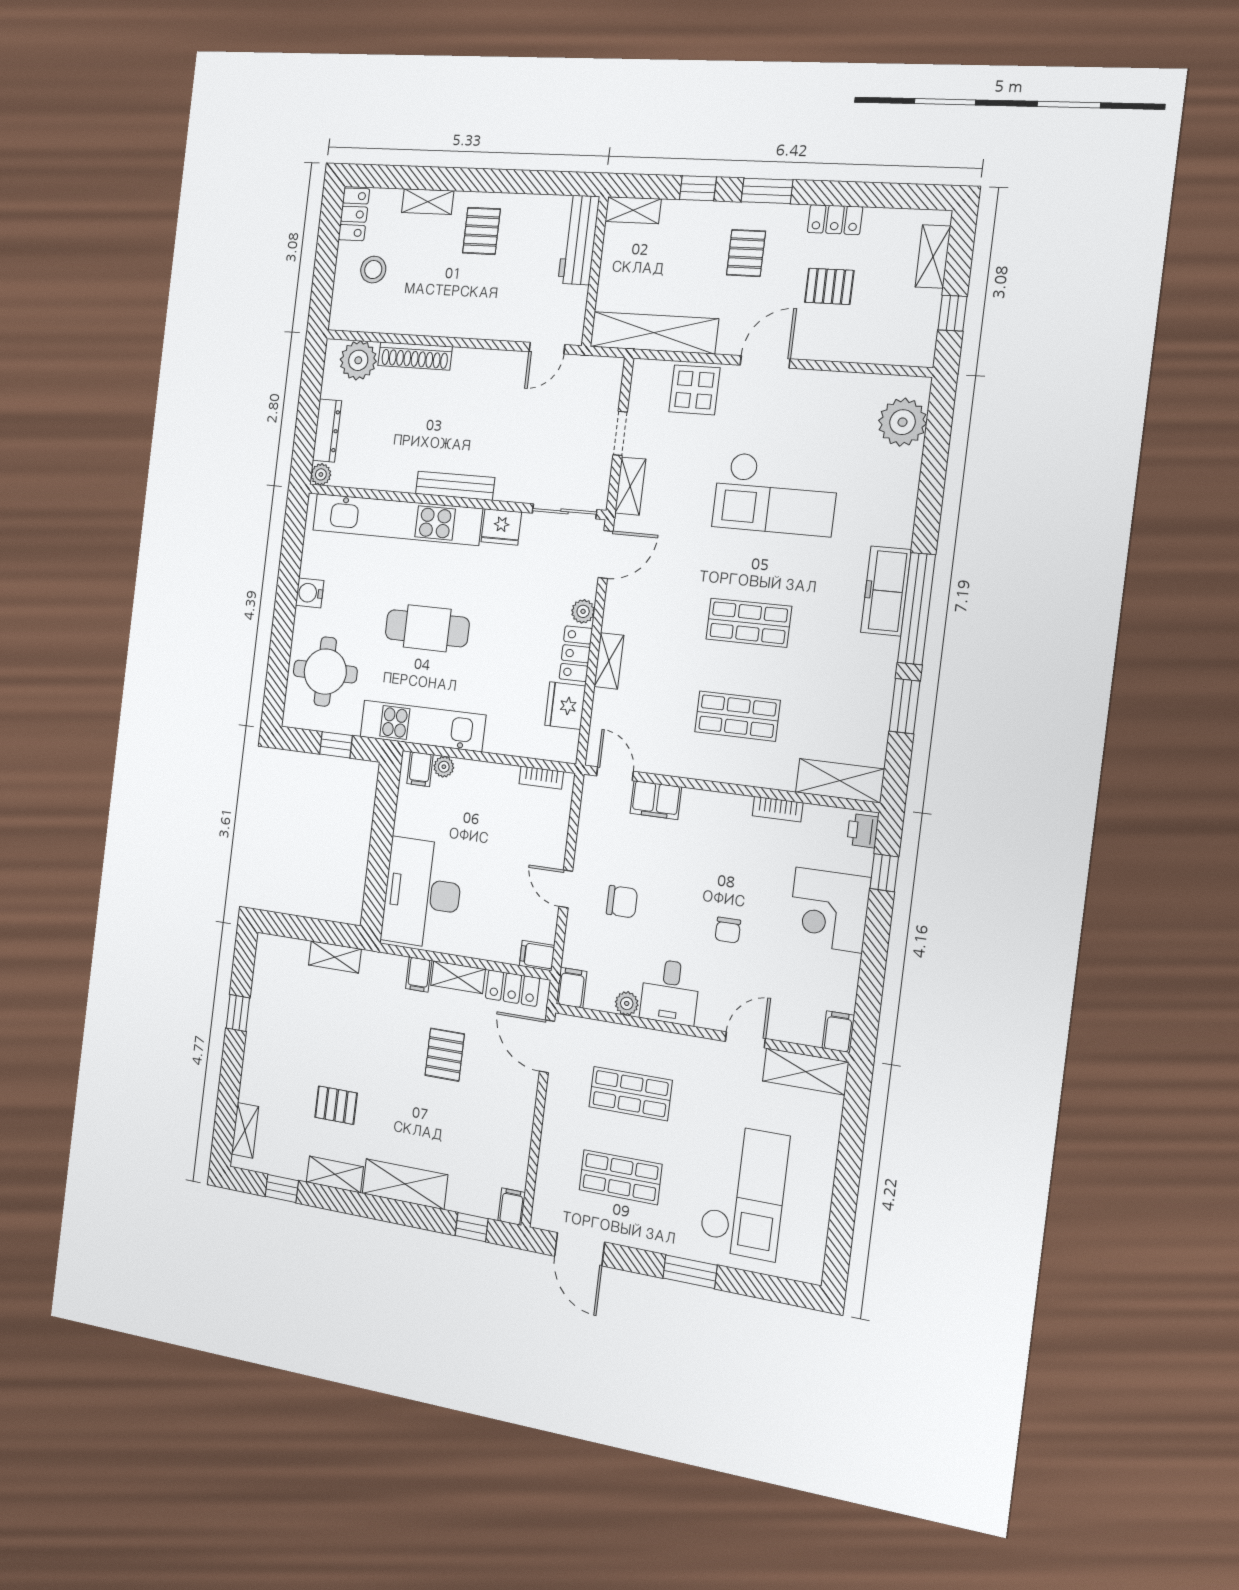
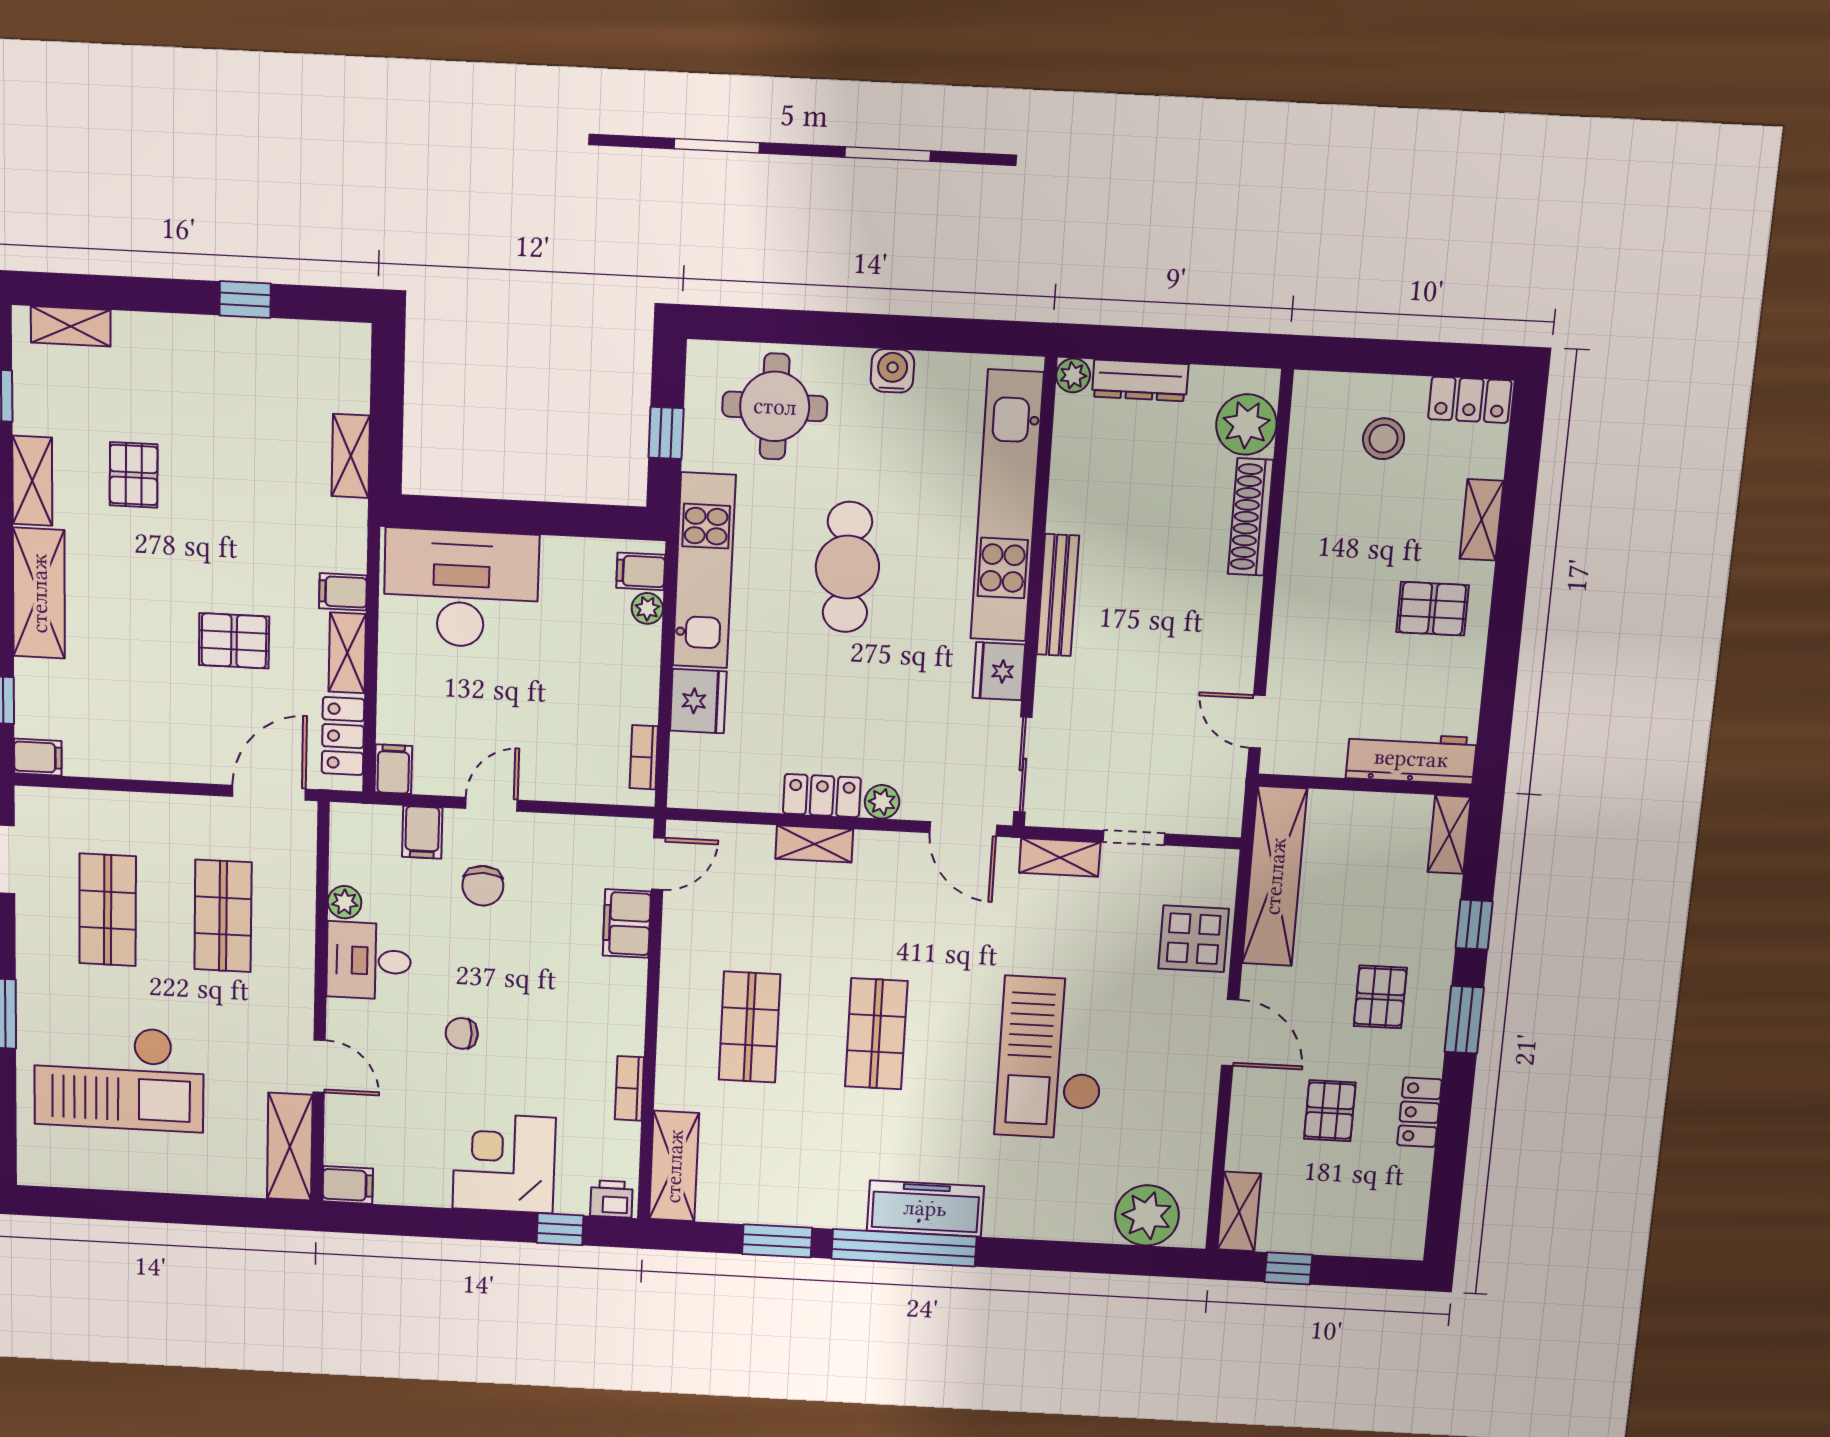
pallet: (746, 253) -> (1380, 997), turned 90
shelving: (933, 256) -> (1239, 1212), moved, turned 90
fridge: (565, 706) -> (698, 701), moved, turned 90
filing cabinet: (572, 988) -> (422, 832), moved, turned 90

